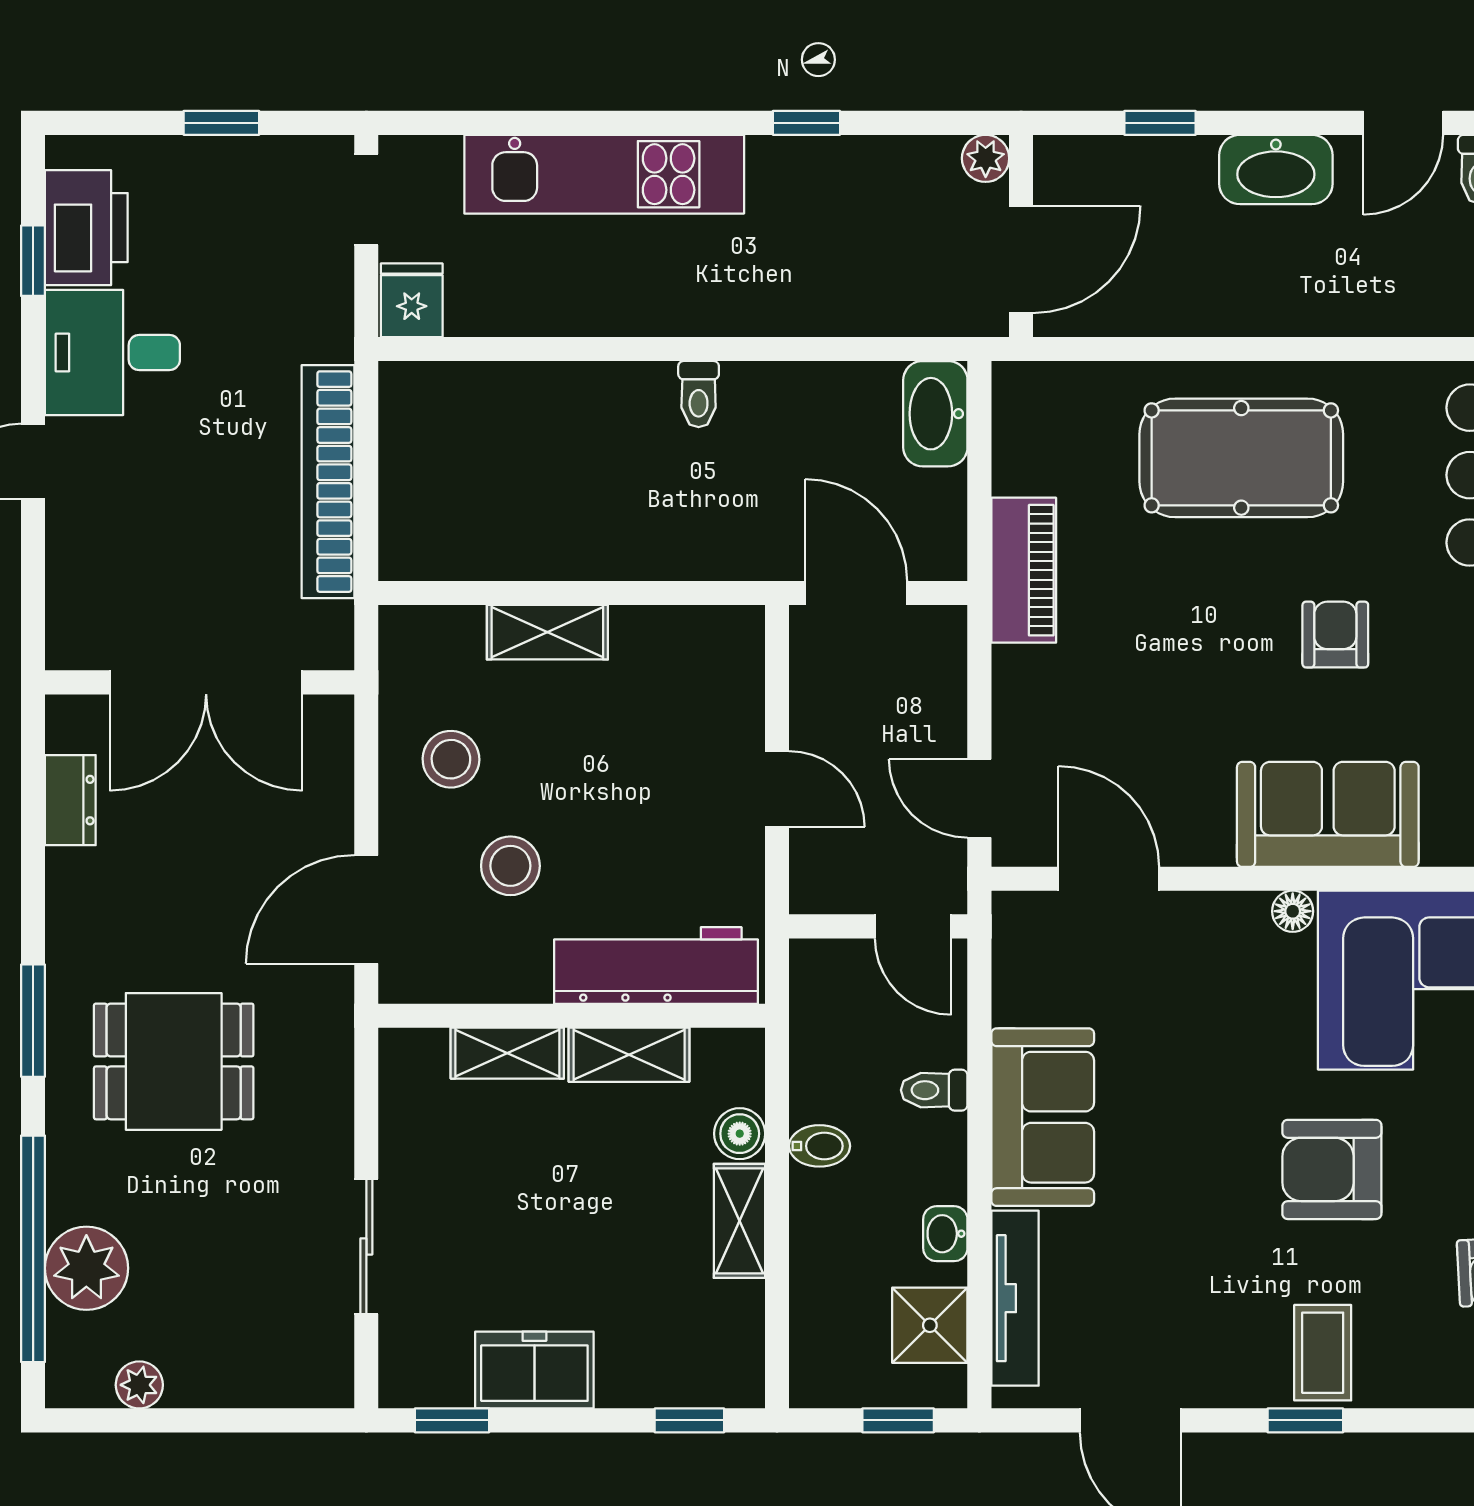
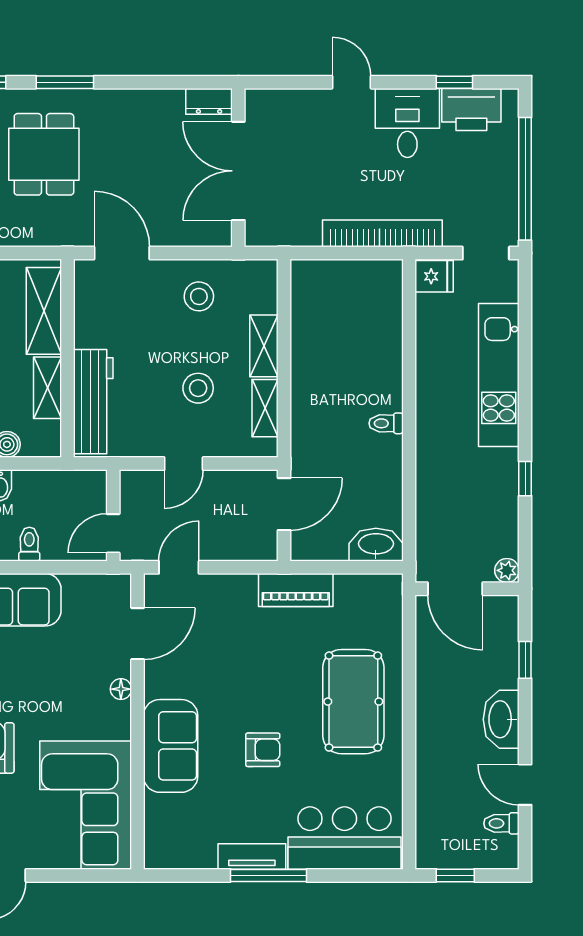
window: (221, 123) -> (525, 179), width x3.17
bookcase: (328, 482) -> (382, 233), moved
shelving: (669, 630) -> (265, 408), added
dresser: (70, 800) -> (209, 101), moved
stool: (510, 866) -> (198, 388), moved
floor lamp: (1293, 911) -> (121, 689), moved
shelving: (507, 1053) -> (44, 311), width x1.50, depth x1.33

